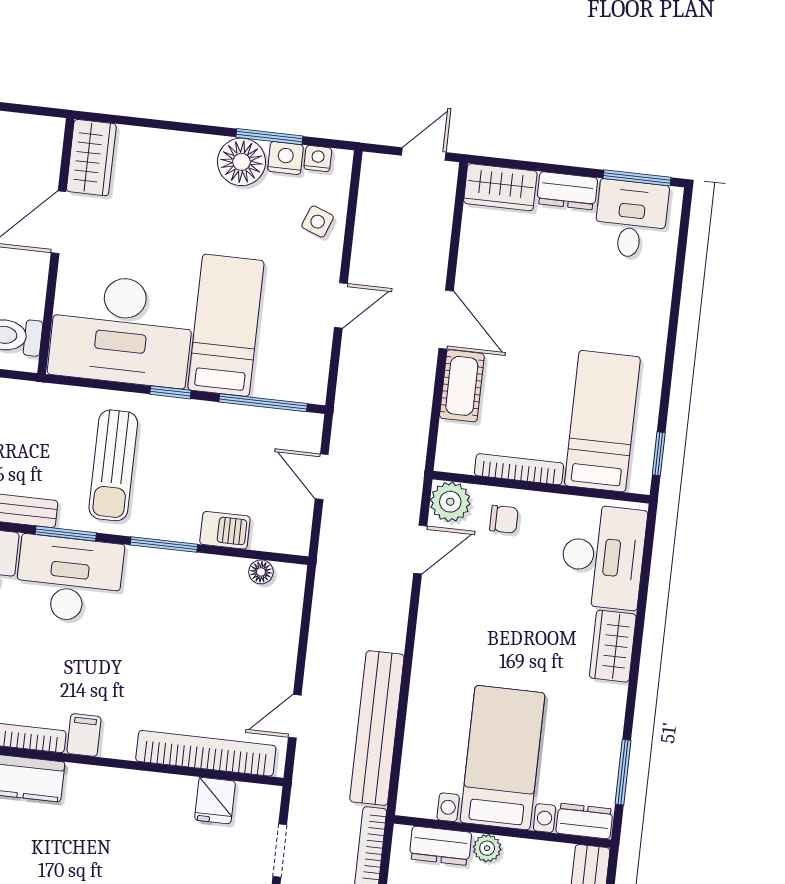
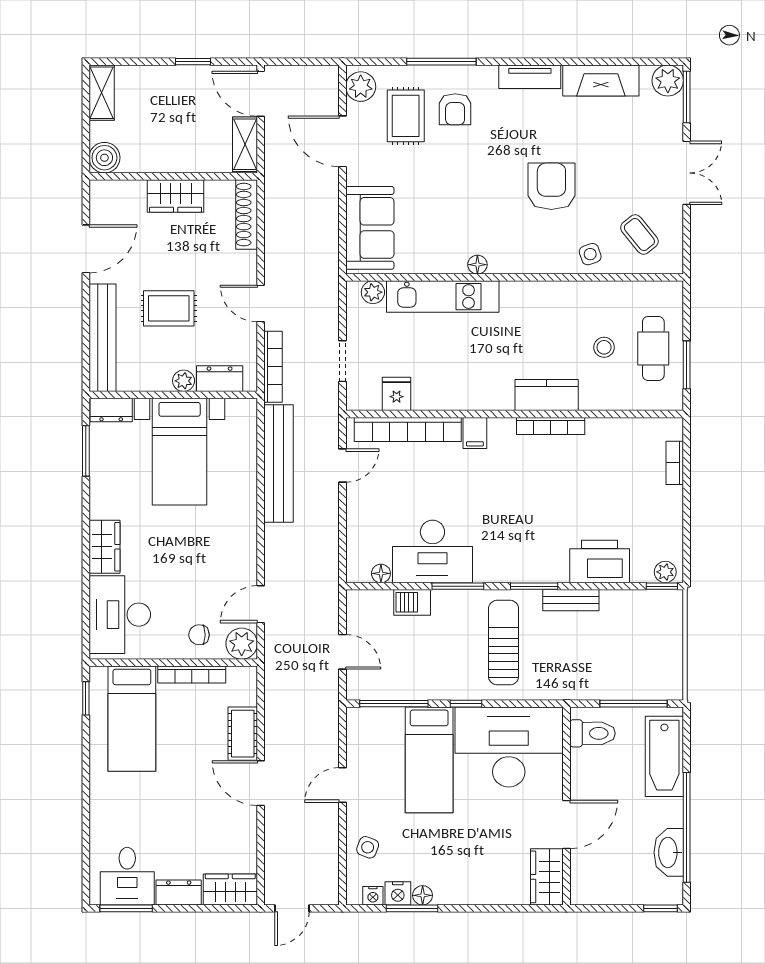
floor lamp: (241, 162) -> (423, 895), width x0.53, depth x0.53
desk: (69, 579) -> (432, 551), moved
filing cabinet: (84, 735) -> (475, 433), moved

